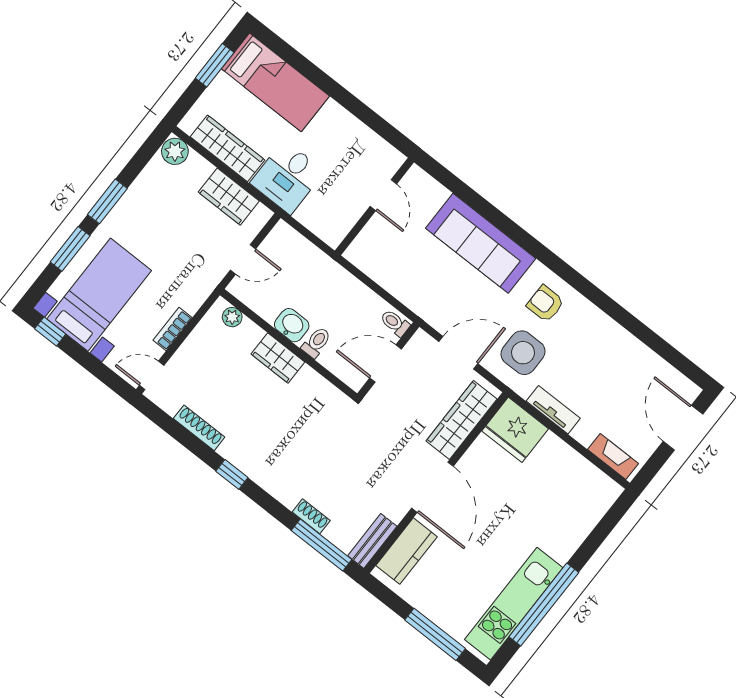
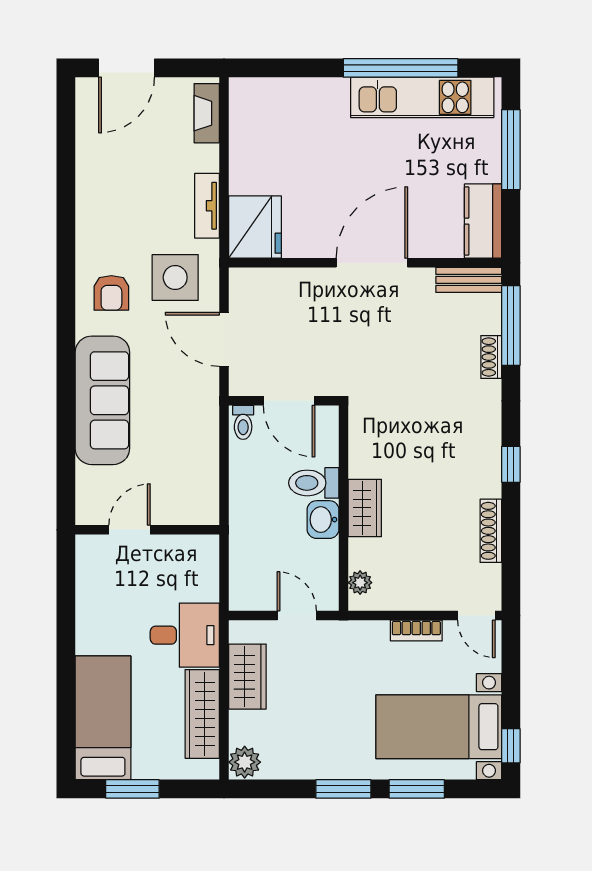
toilet: (316, 342) -> (314, 483), width x1.37, depth x1.39
wardrobe: (462, 420) -> (286, 286), removed
kitchen counter: (406, 551) -> (483, 221), moved, turned -90

